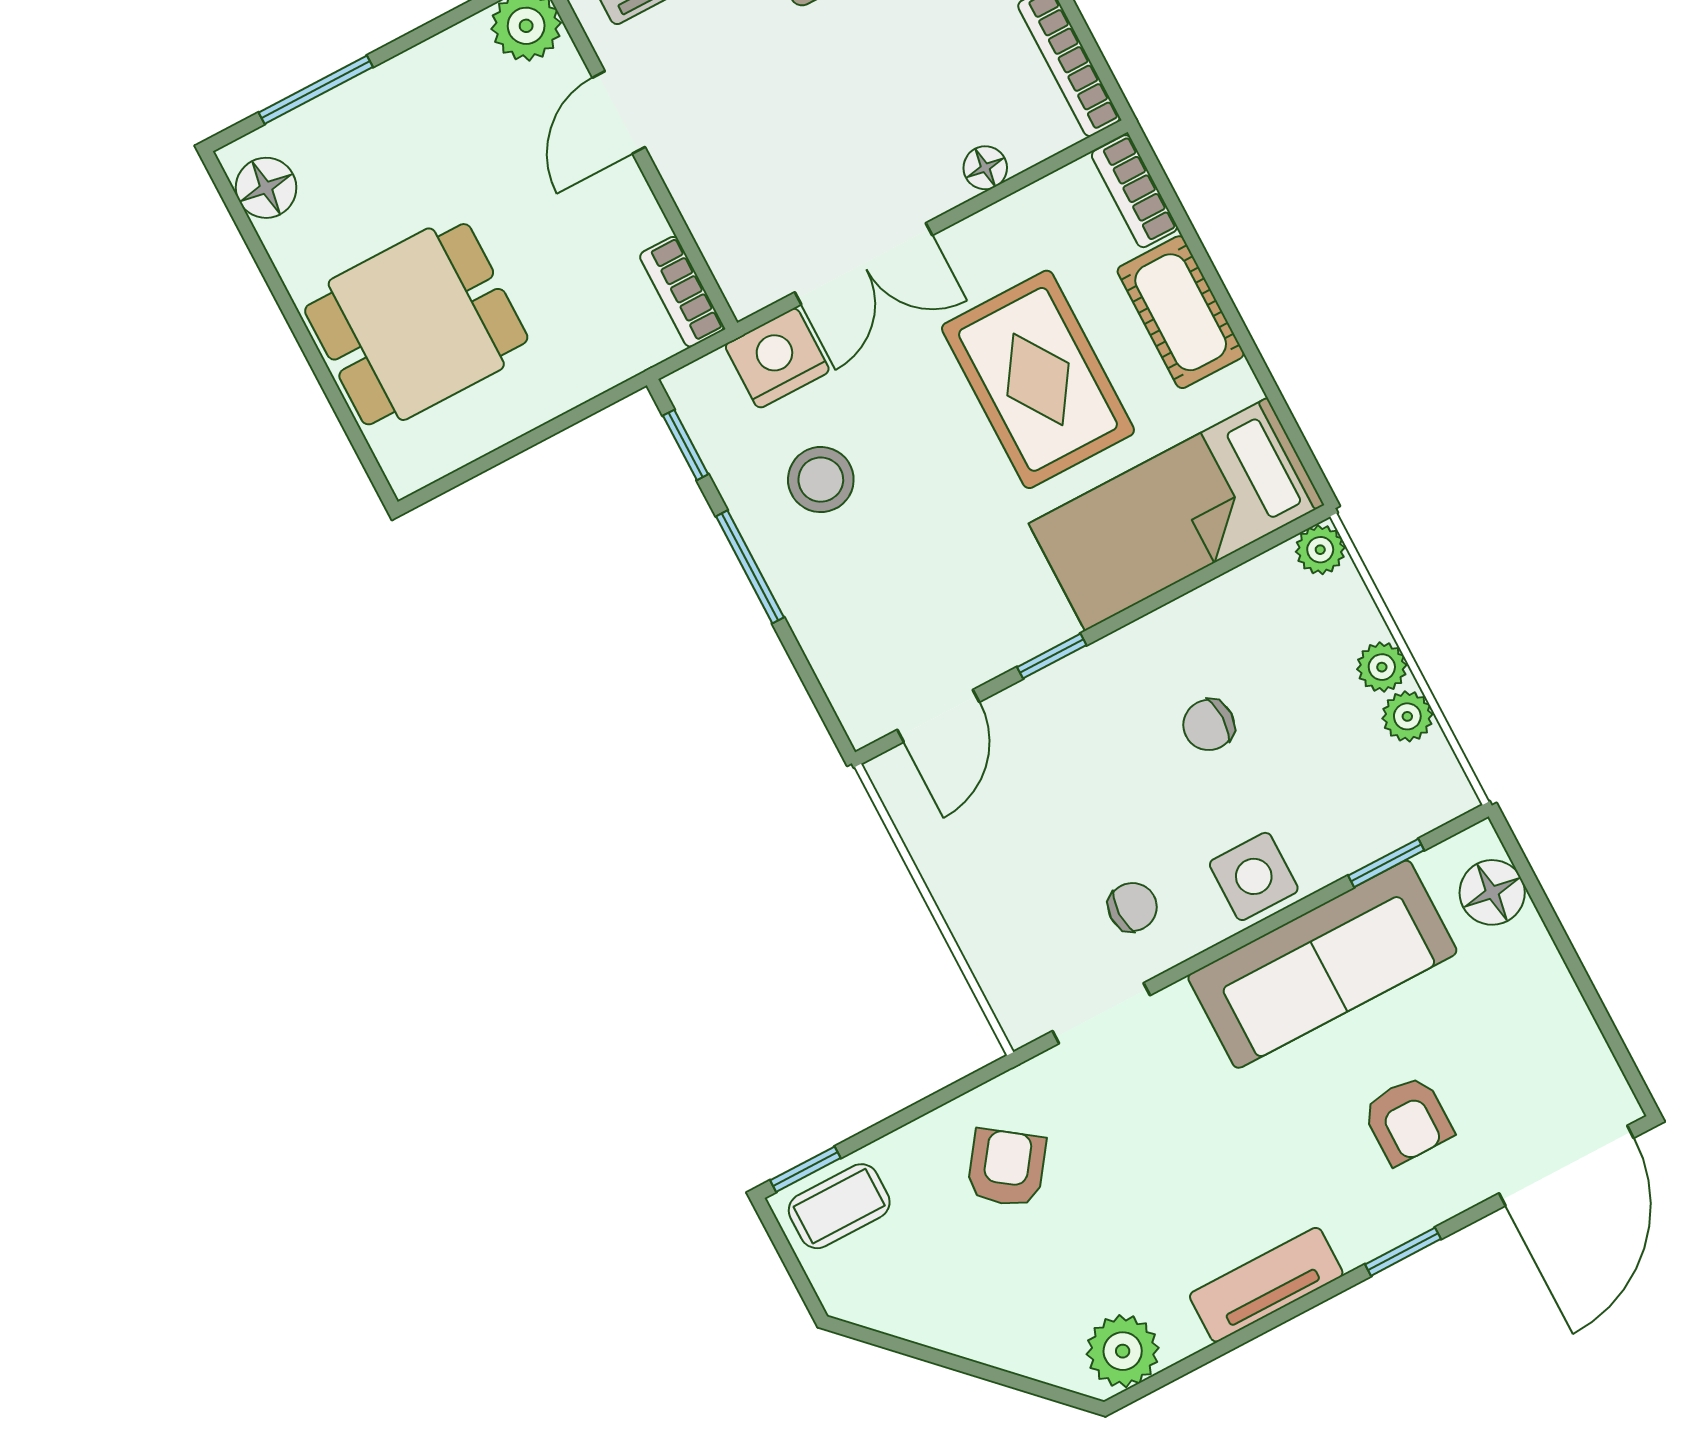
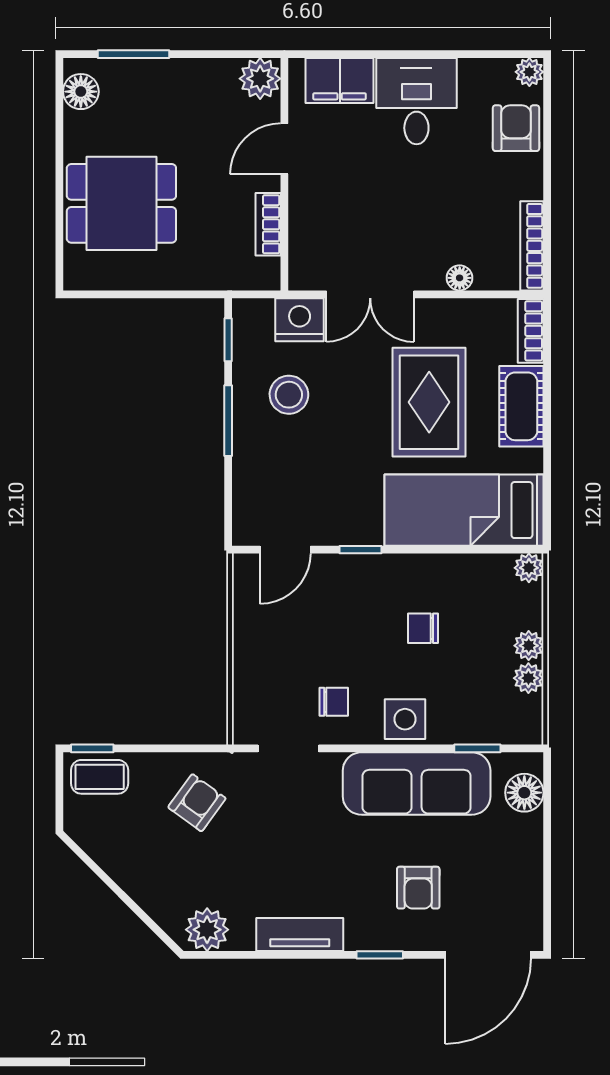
bookcase: (682, 292) -> (268, 224), moved

